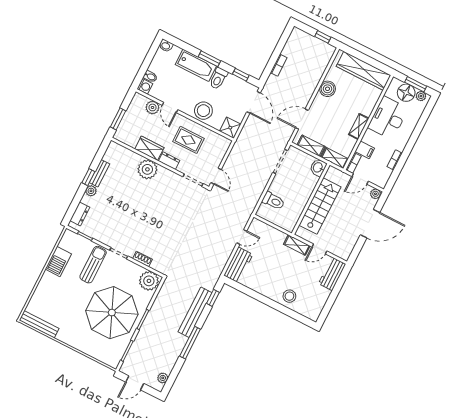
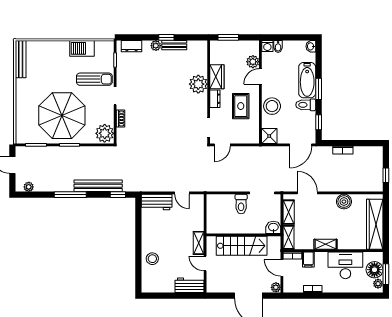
toilet: (273, 201) -> (241, 204), moved

